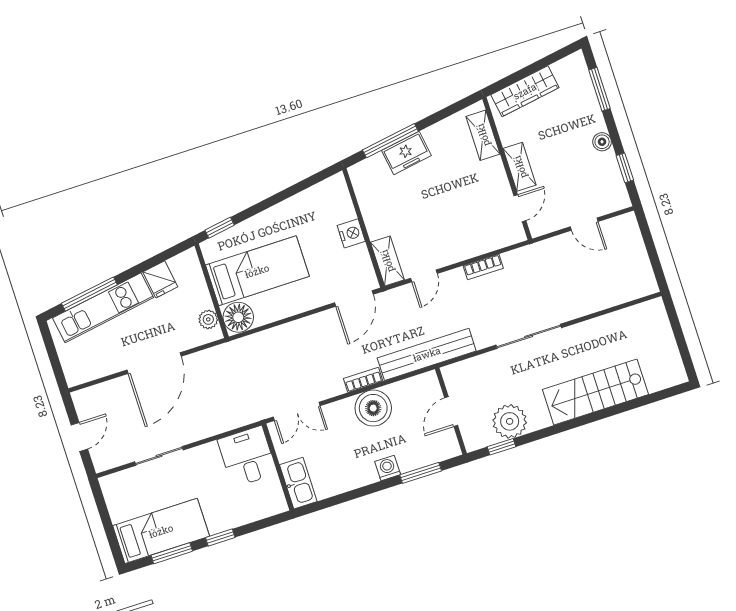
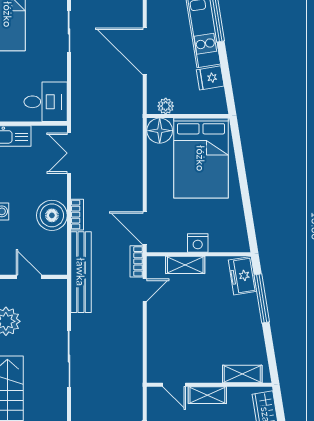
freezer: (406, 153) -> (243, 276), moved
window: (220, 228) -> (236, 139), removed
shelving: (387, 261) -> (185, 265), moved
bookcase: (483, 267) -> (136, 261), moved
bed: (257, 271) -> (201, 158), width x1.50
door: (424, 276) -> (145, 290), swing flipped

